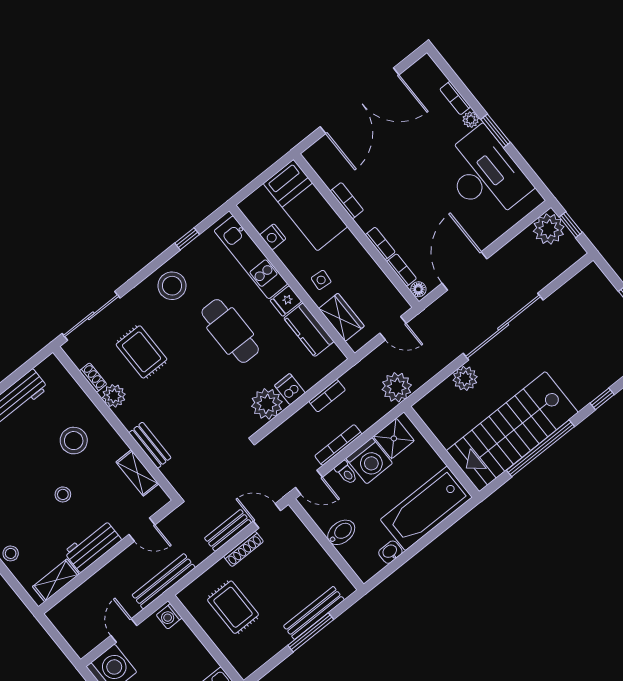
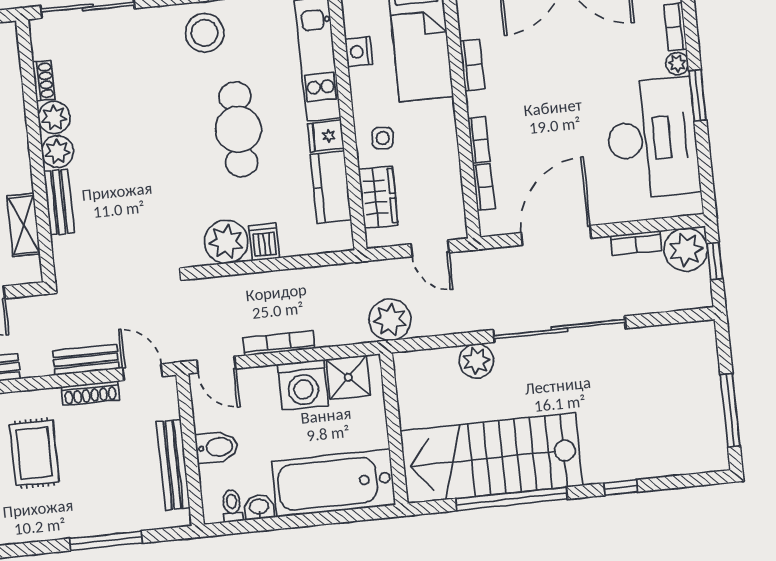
floor lamp: (418, 289) -> (489, 222), removed
rug: (142, 352) -> (119, 87), removed
bookcase: (327, 396) -> (636, 243), moved
plant: (129, 415) -> (58, 152), added
toilet: (346, 473) -> (232, 506), moved, turned 180
bench: (314, 613) -> (173, 465), moved, turned 90

